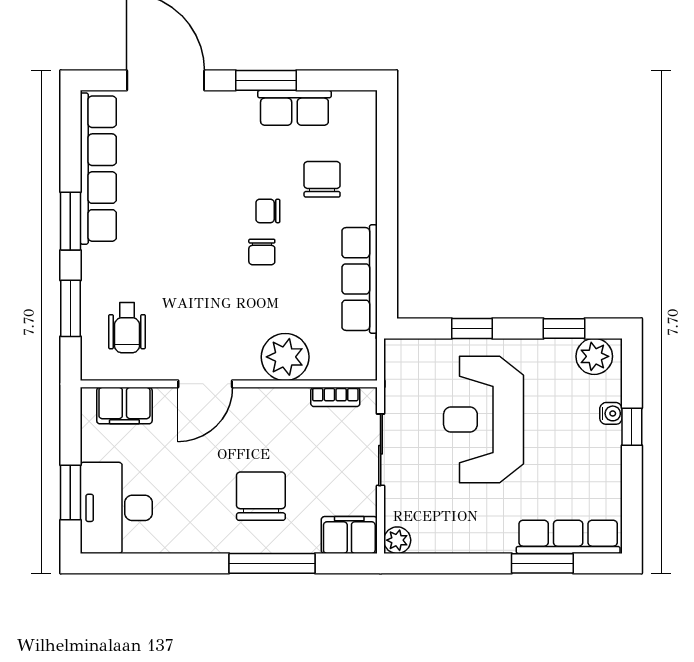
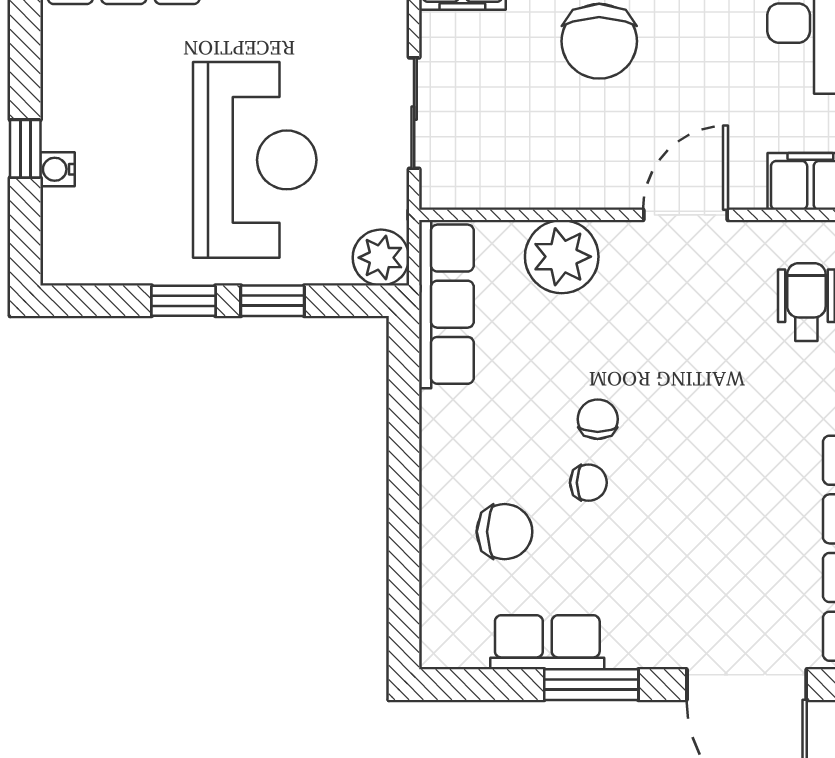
chair: (322, 179) -> (505, 532), turned -90
row of seats: (360, 279) -> (446, 304), moved
window: (564, 328) -> (184, 301), moved
plant: (594, 356) -> (381, 258), moved
bookcase: (335, 397) -> (484, 195), removed

